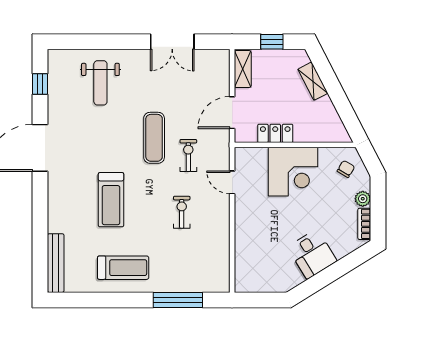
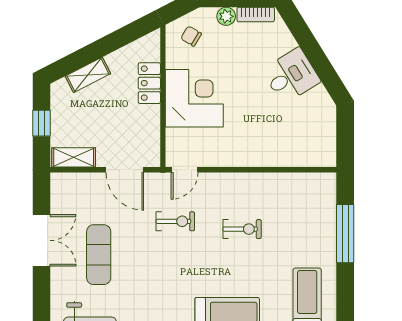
locker: (275, 133) -> (149, 83), moved
exercise mat: (154, 138) -> (99, 255), moved, turned 90
exercise bike: (188, 156) -> (175, 221), turned 180
door: (232, 182) -> (185, 170), moved
exercise bike: (182, 212) -> (242, 229), turned 180

